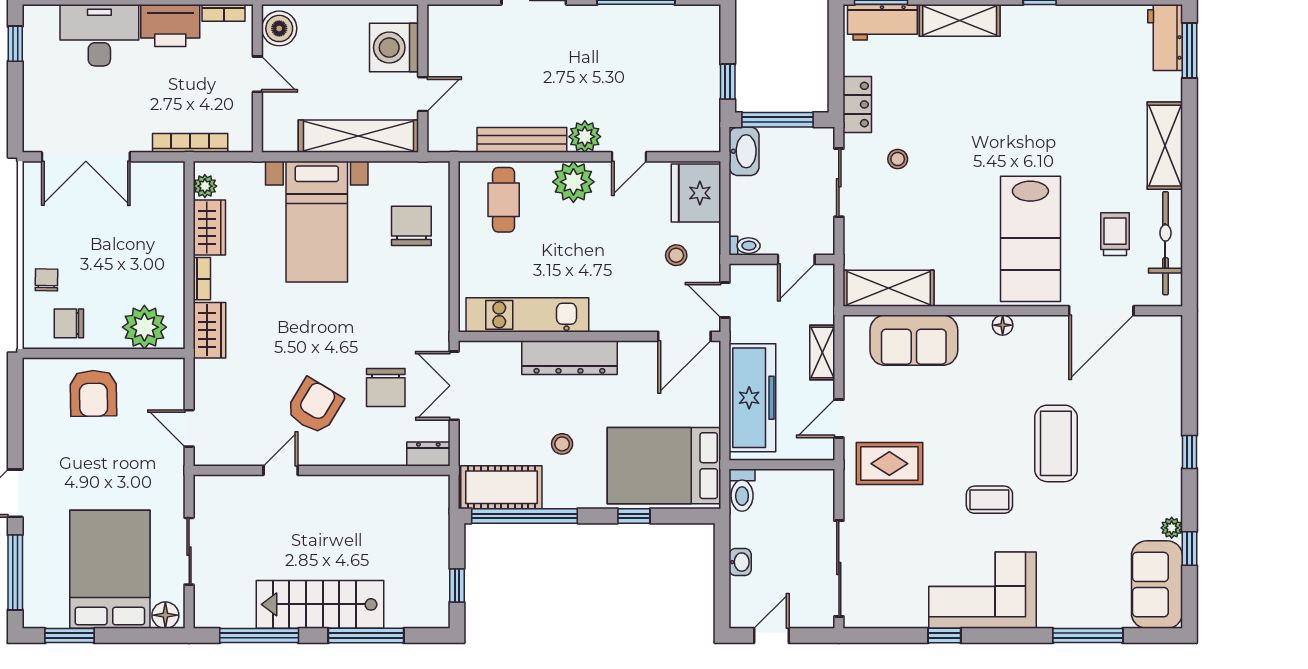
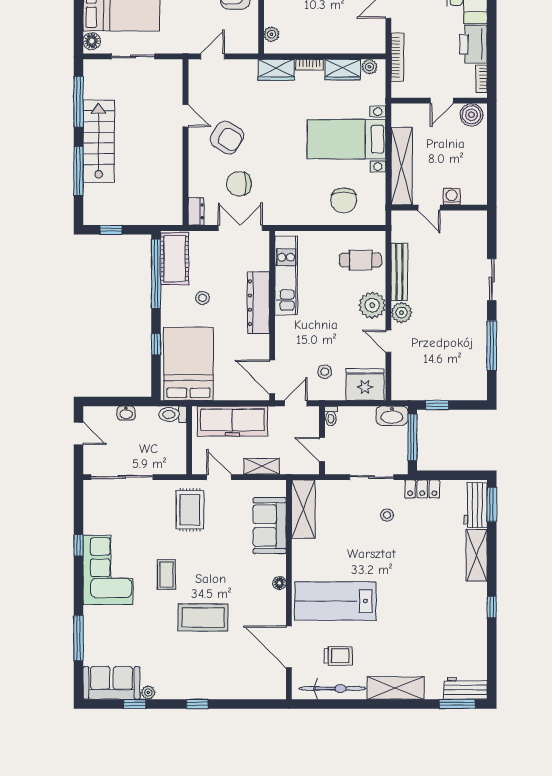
washing machine: (394, 48) -> (452, 197), width x0.53, depth x0.53
chair: (411, 226) -> (344, 200), turned 90
plant: (144, 327) -> (271, 34), width x0.53, depth x0.53

